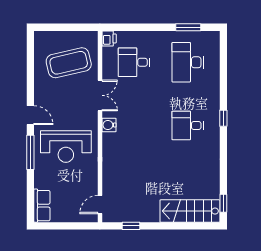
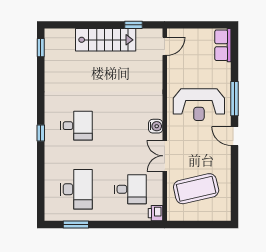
reception desk: (66, 147) -> (199, 105), turned 180
stairs: (190, 211) -> (106, 40), moved

